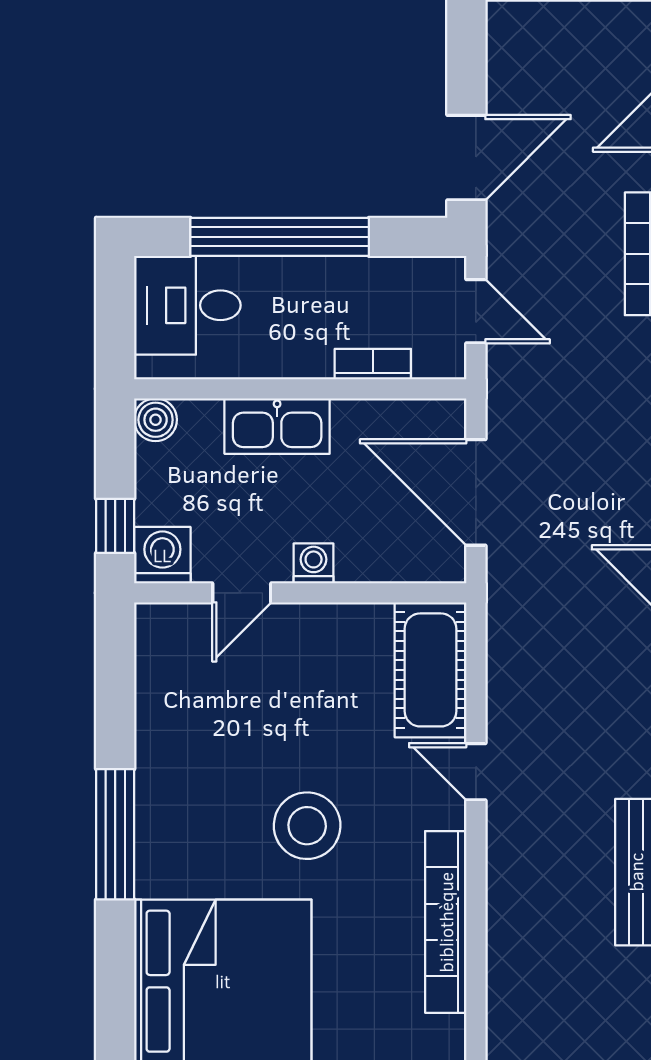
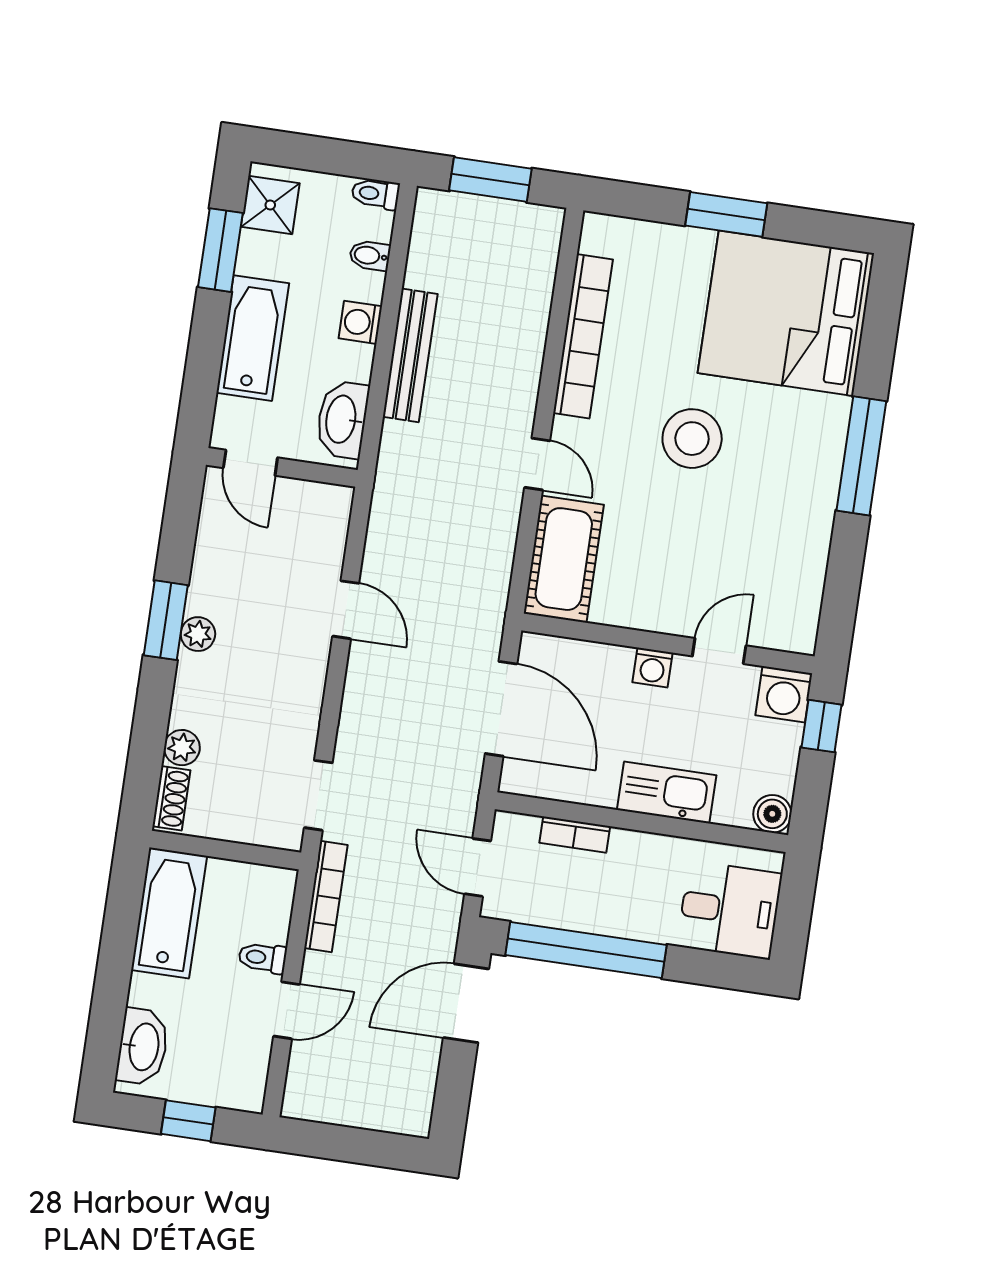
window: (280, 237) -> (586, 950), moved

